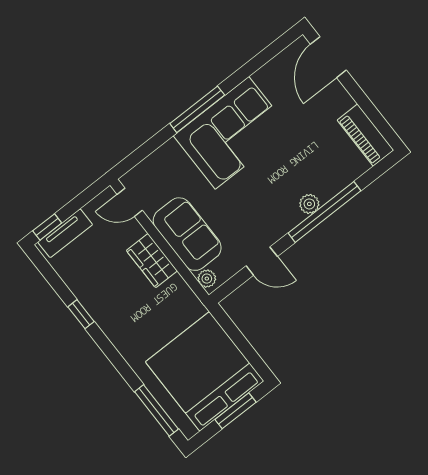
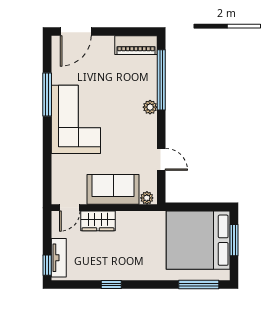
door: (328, 57) -> (76, 32), hinge flipped
window: (197, 109) -> (47, 94), moved
window: (325, 212) -> (161, 80), moved
wardrobe: (152, 261) -> (98, 221), moved
door: (262, 261) -> (161, 159), hinge flipped

